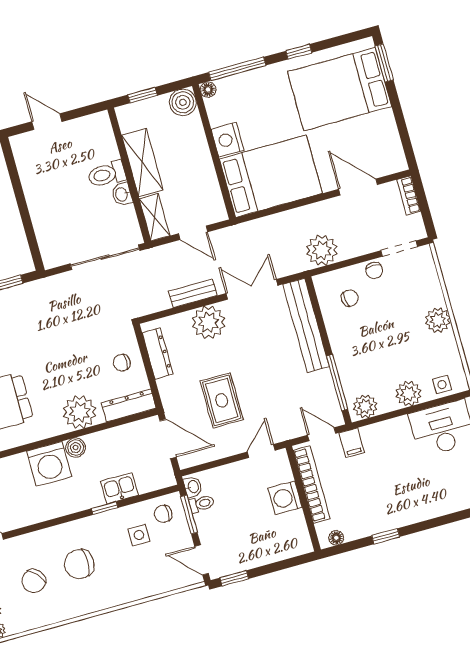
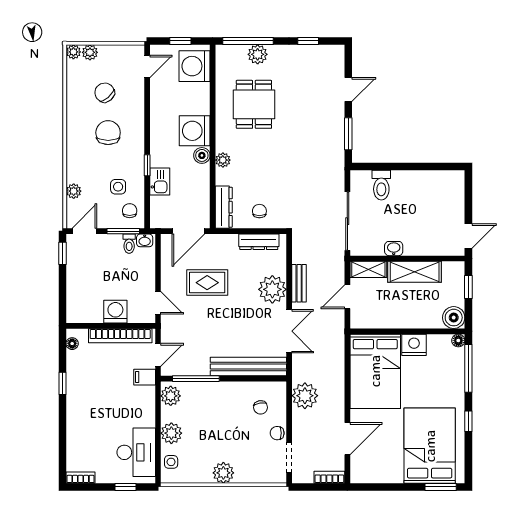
door: (47, 122) -> (468, 236), moved
toilet: (107, 174) -> (381, 185), moved, turned 180
plant: (80, 412) -> (223, 160), width x0.53, depth x0.53
plant: (158, 585) -> (74, 191), added

